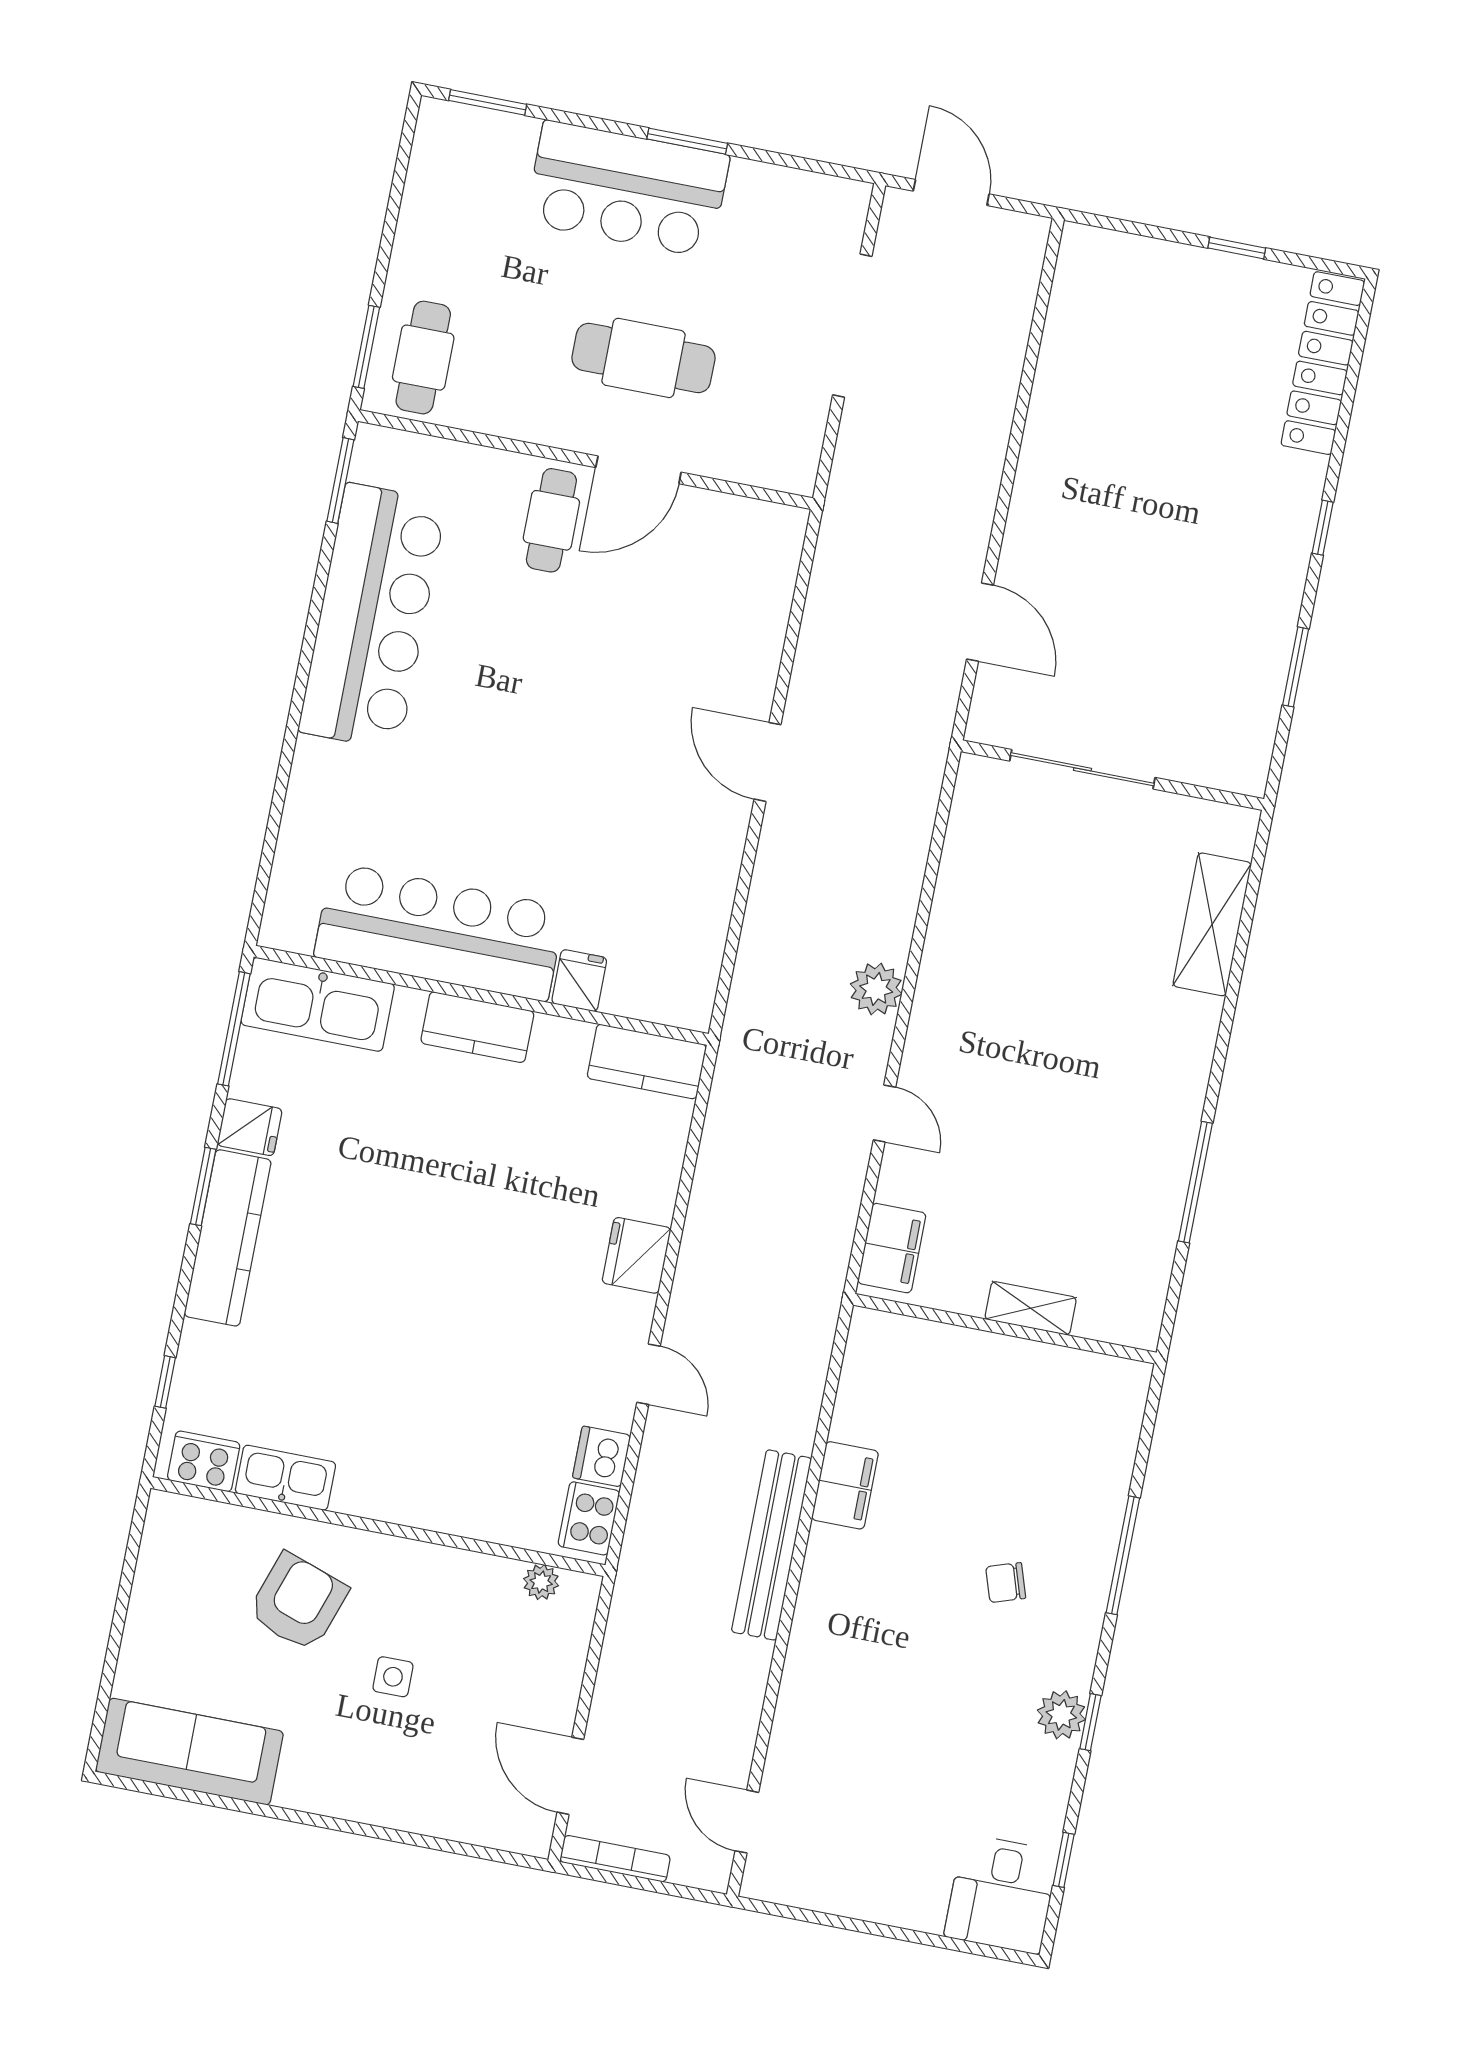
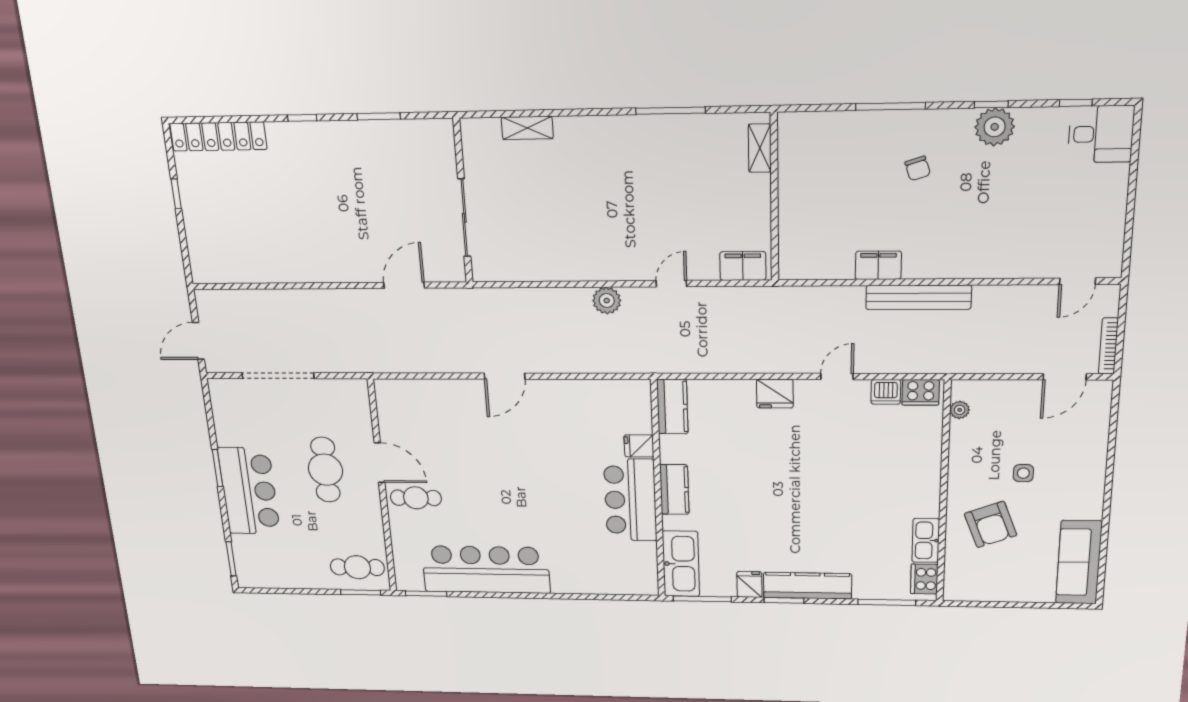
shelving: (1212, 924) -> (527, 128), width x0.67, depth x0.75
bar counter: (439, 932) -> (630, 500), width x0.73
shelving: (1031, 1308) -> (760, 148), moved
window: (165, 1382) -> (887, 602), width x2.17
armchair: (298, 1602) -> (991, 524), turned -130
plant: (1061, 1715) -> (995, 127), width x1.36, depth x1.36

